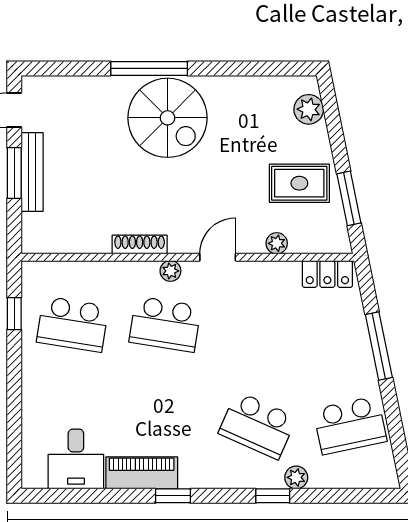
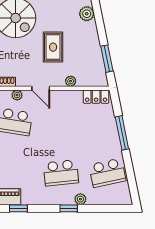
rug: (299, 183) -> (53, 47), moved, turned 90
door: (218, 257) -> (41, 88), swing flipped
school desk: (258, 425) -> (61, 173), turned -30

